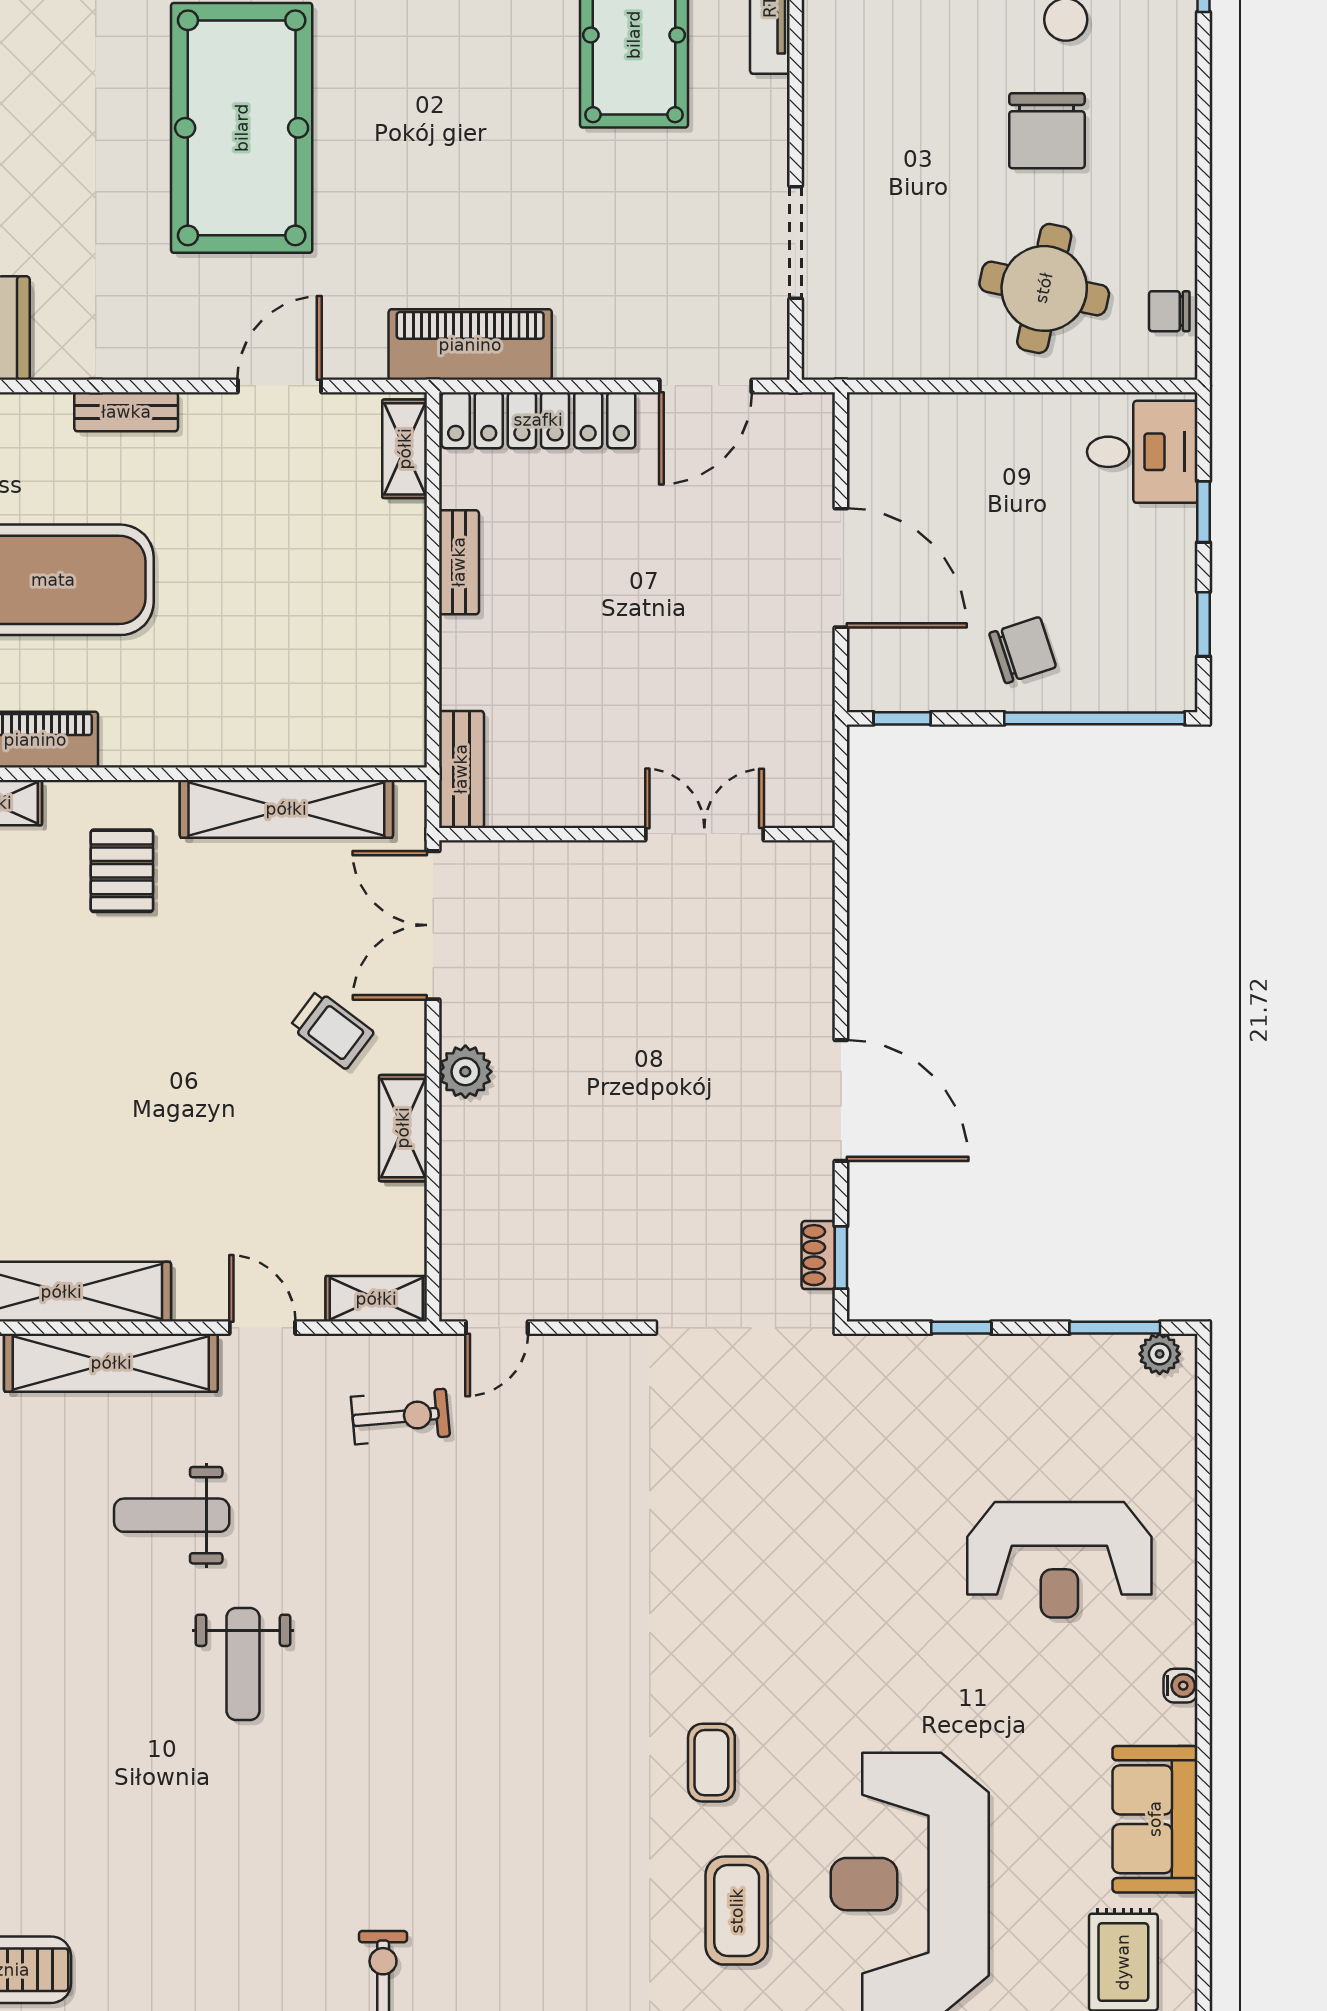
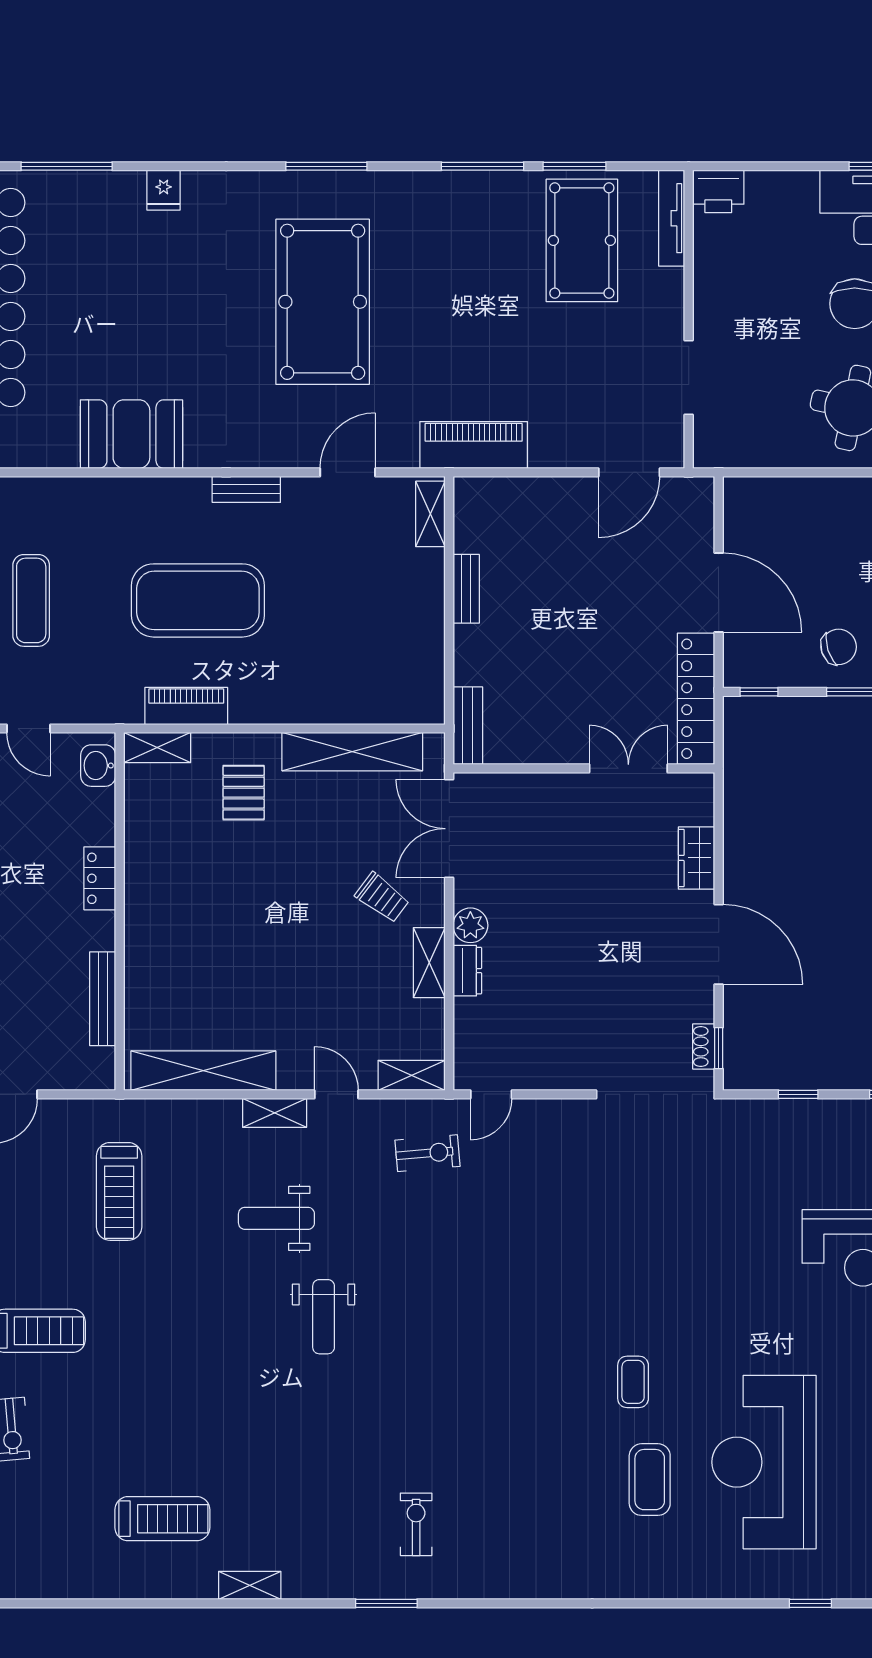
locker: (538, 420) -> (696, 699), moved, turned 90
wardrobe: (807, 970) -> (696, 858), added
dresser: (461, 1140) -> (467, 971), added
shelving: (111, 1363) -> (275, 1113), width x0.45, depth x0.75

